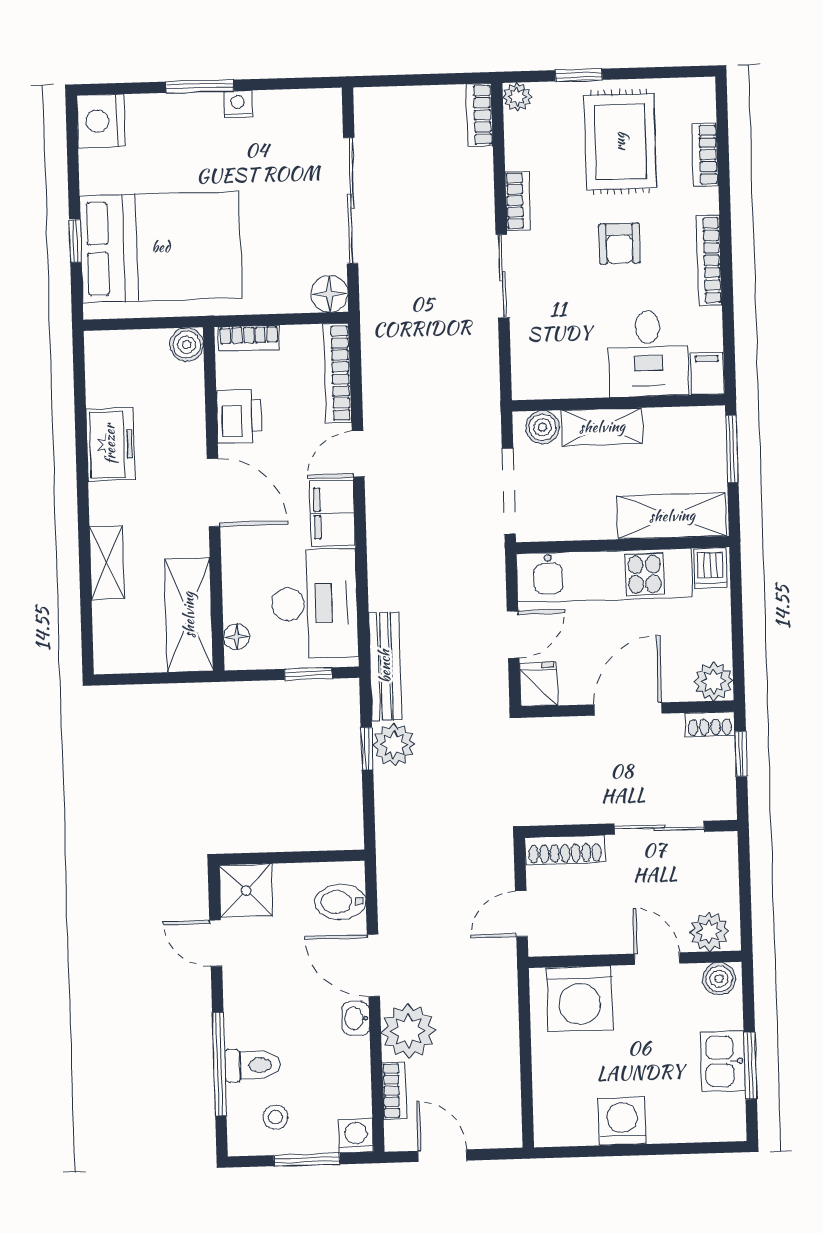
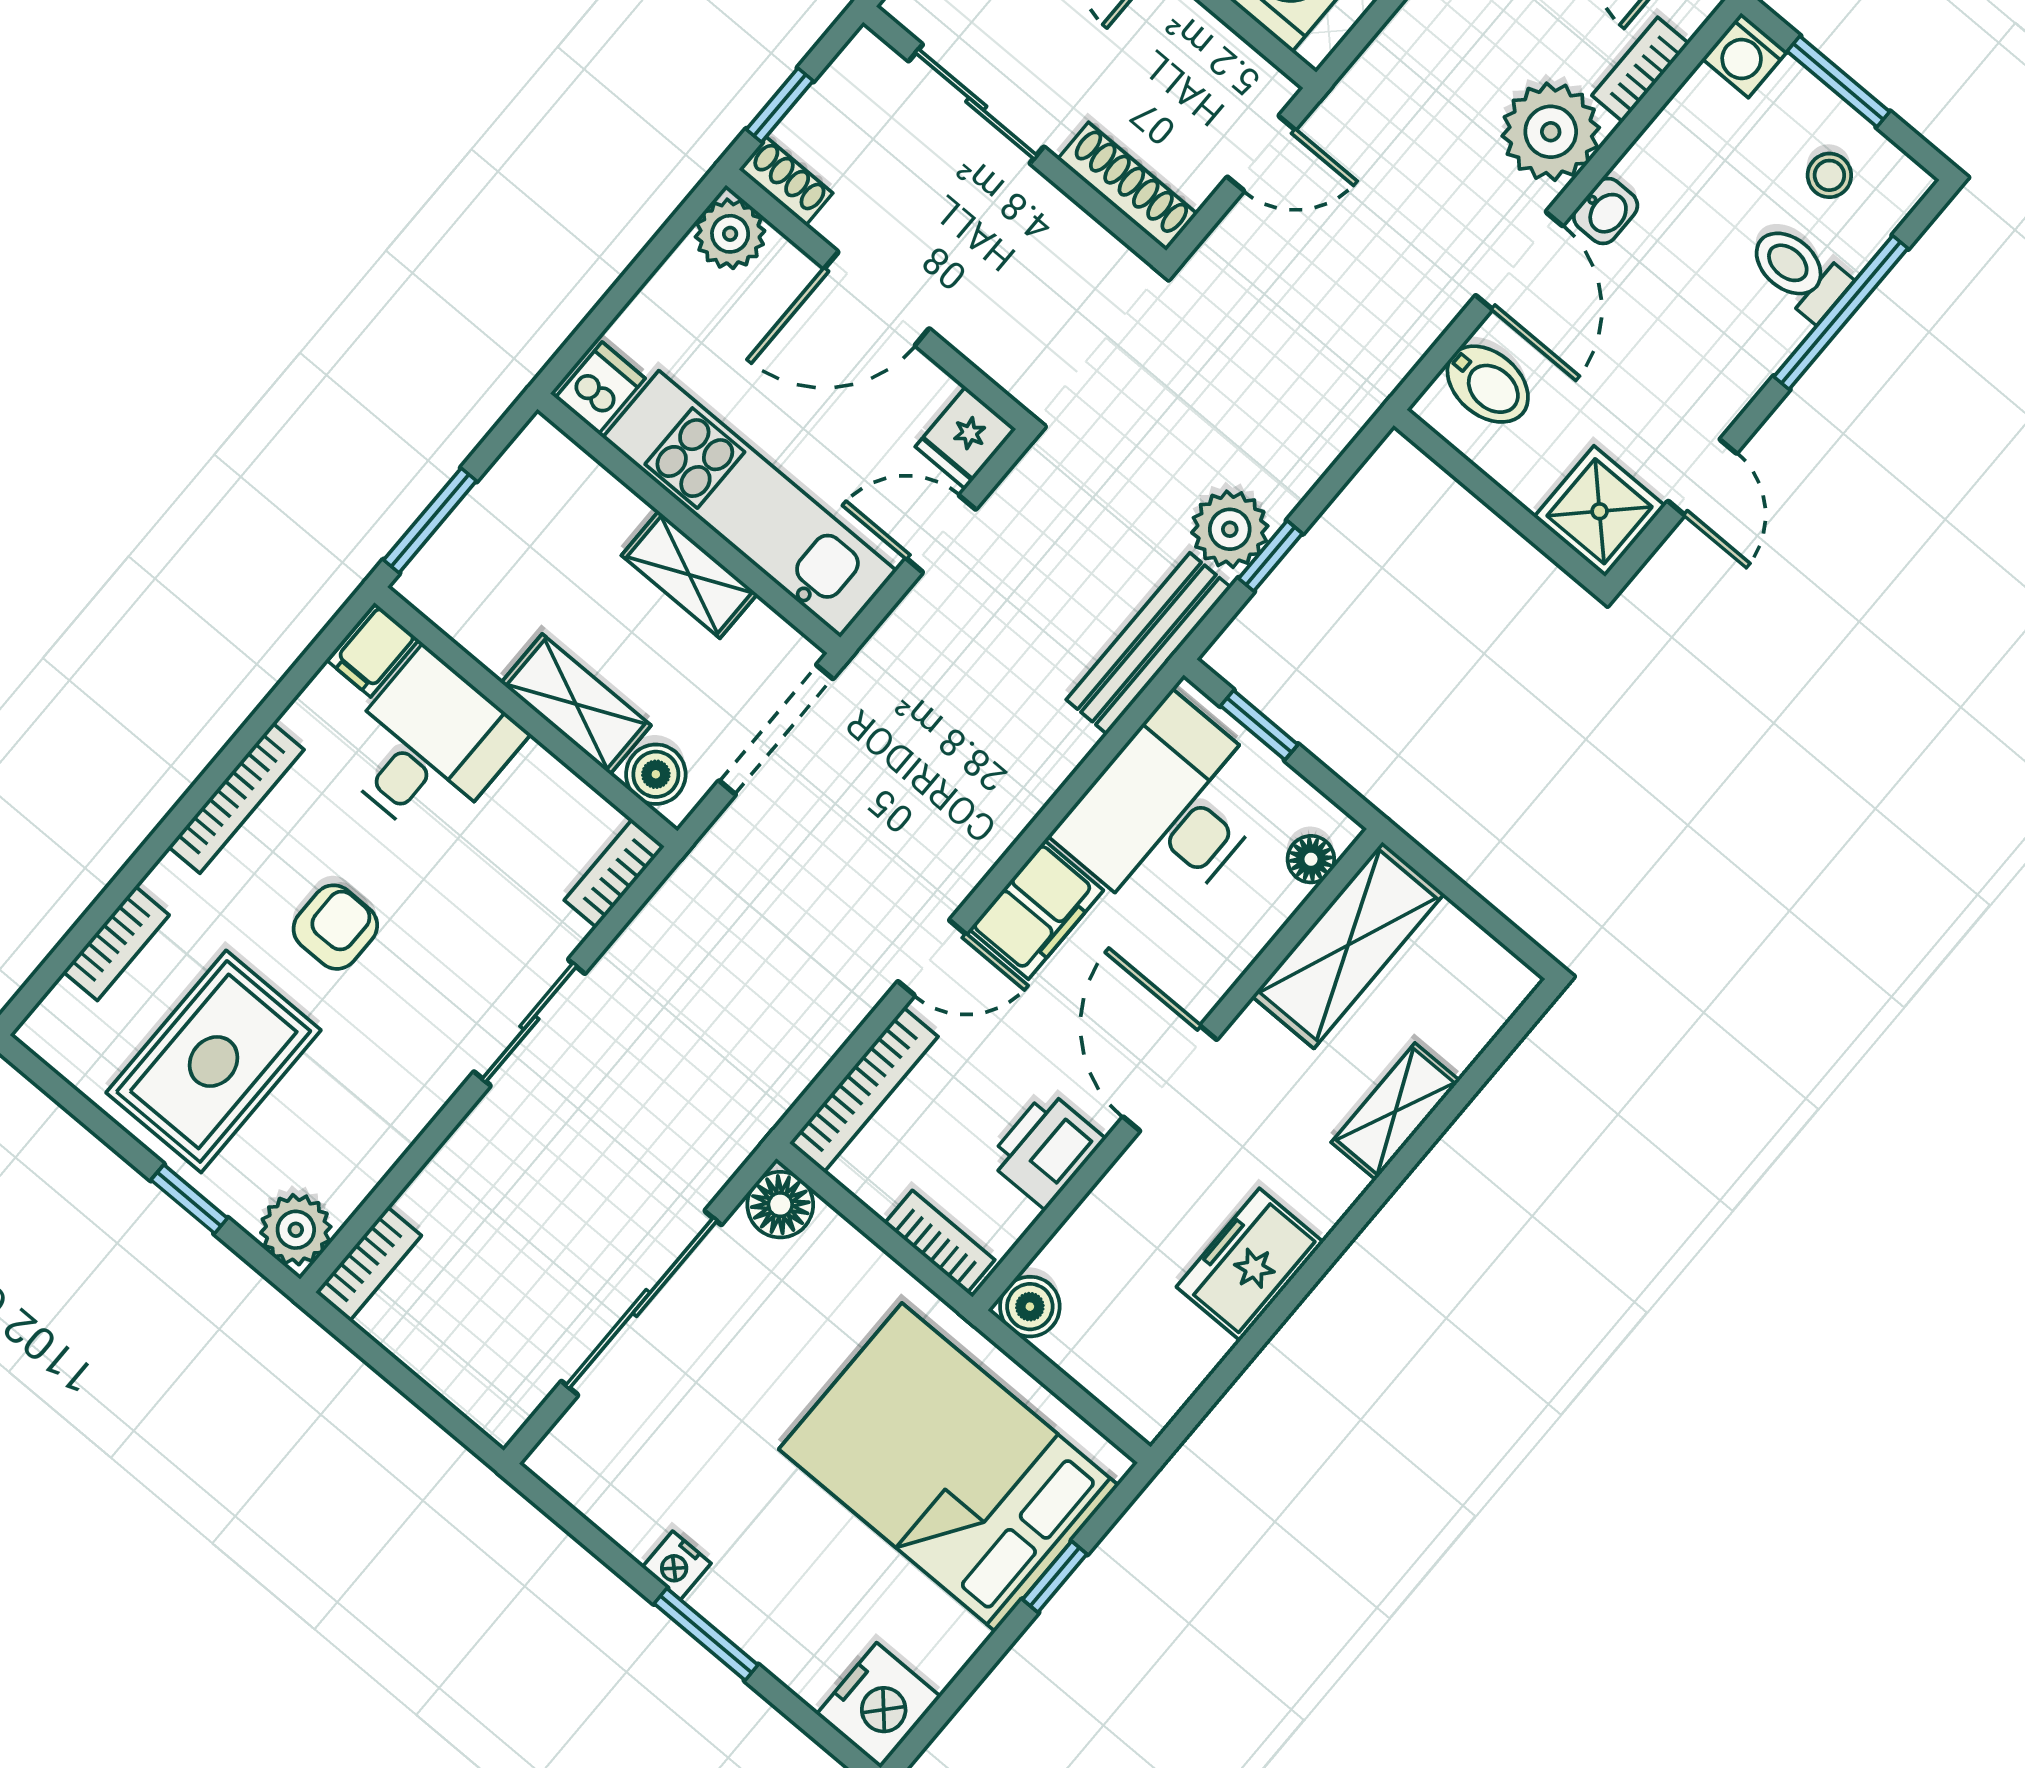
plant: (517, 97) -> (296, 1230), width x1.38, depth x1.38
bookcase: (518, 201) -> (614, 873), moved
shelving: (672, 516) -> (689, 575), moved, width x0.67, depth x0.75

